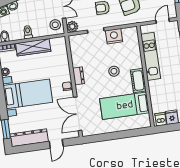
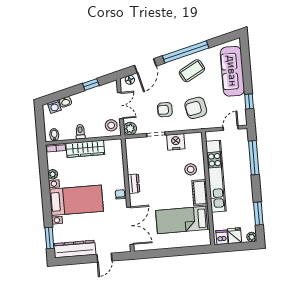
kitchen unit: (151, 56) -> (216, 176), width x1.36
stool: (114, 71) -> (191, 169), moved
double door: (78, 114) -> (130, 226), swing flipped

